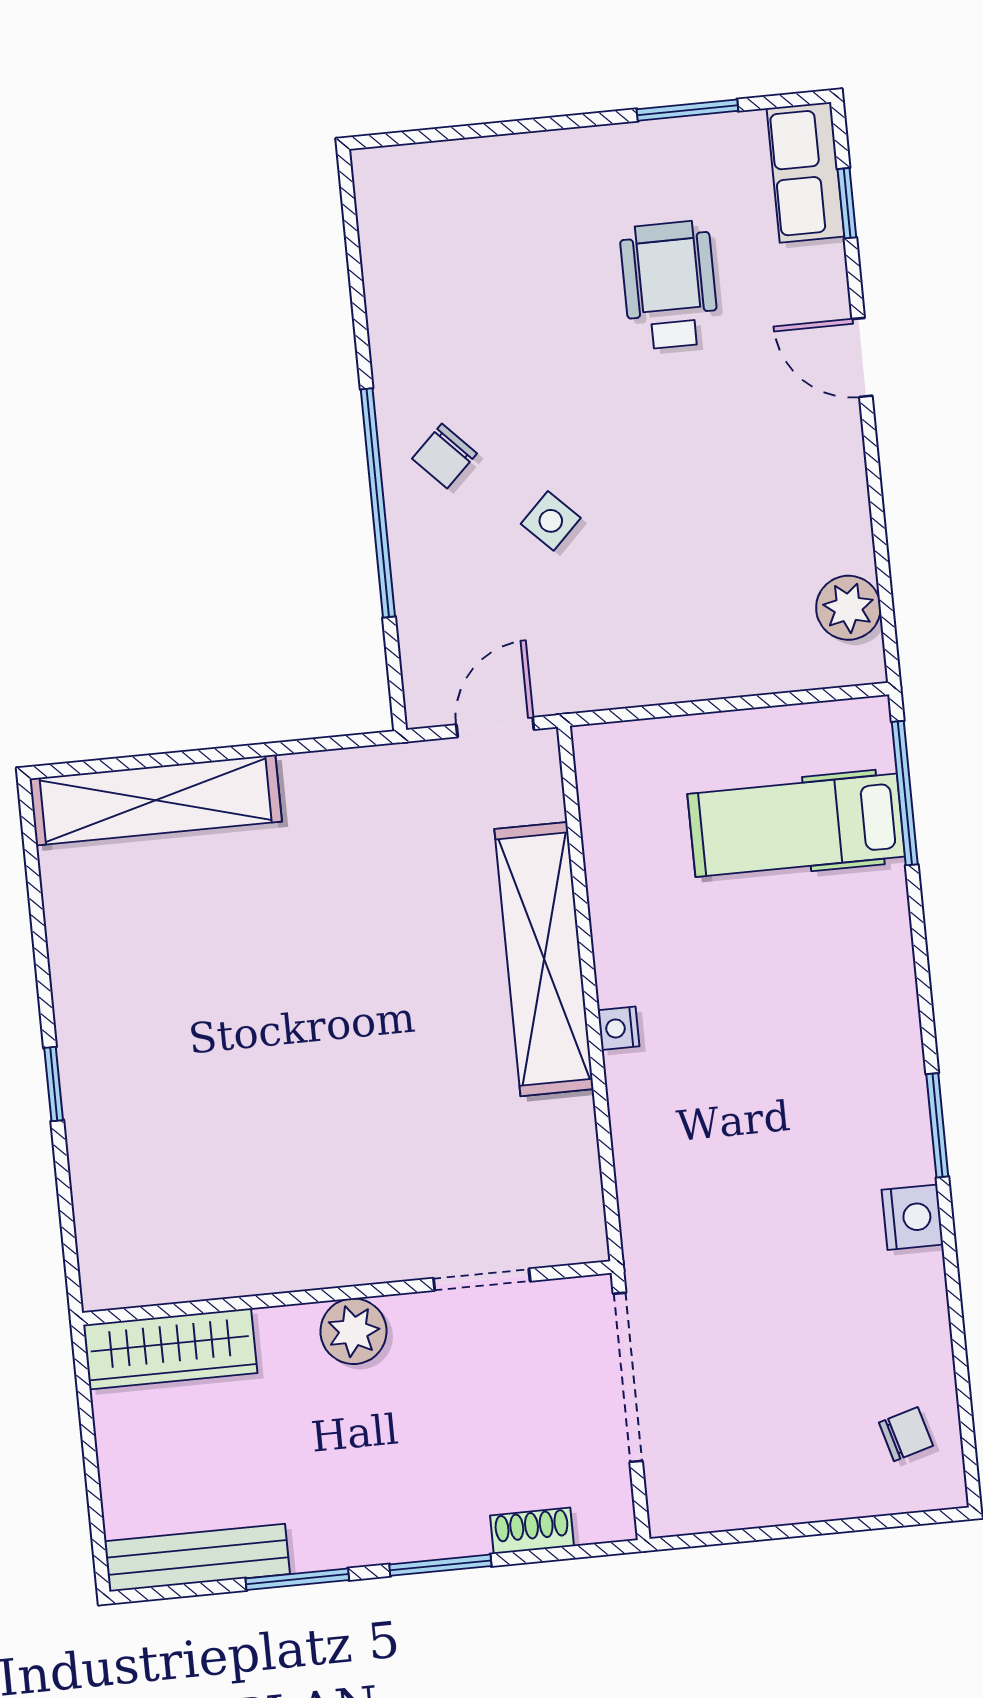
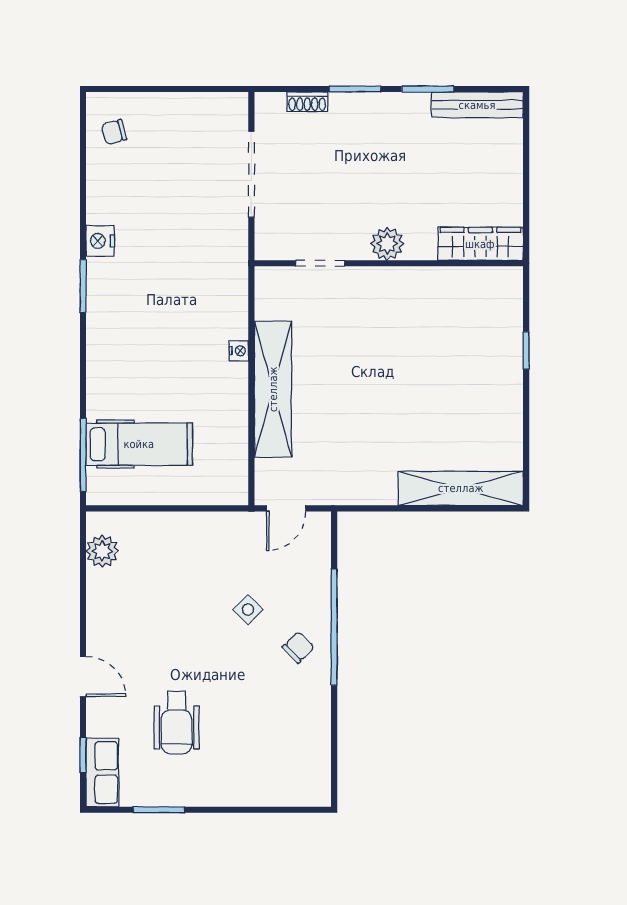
doorway: (482, 1280) -> (320, 263), moved
wall: (347, 1293) -> (389, 263), moved
plant: (353, 1331) -> (387, 244), moved
wardrobe: (170, 1349) -> (480, 244), moved

